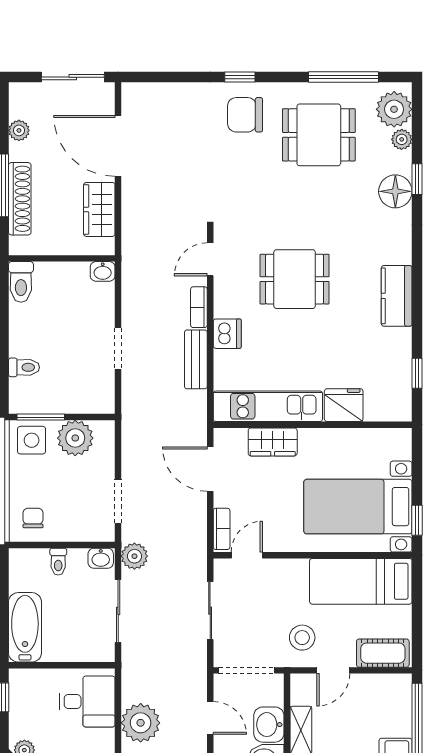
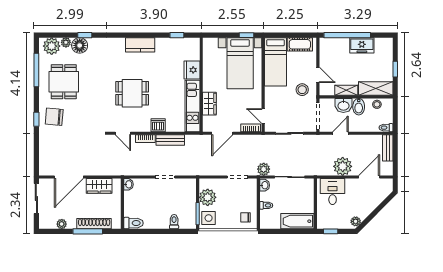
chair: (245, 115) -> (54, 117), turned 95
floor lamp: (395, 191) -> (80, 45), moved
dining table: (295, 279) -> (132, 93), turned 90
cot: (383, 653) -> (300, 44), moved, turned 90

